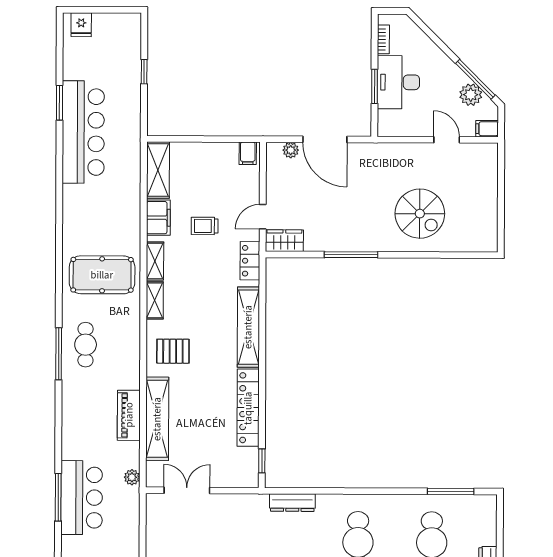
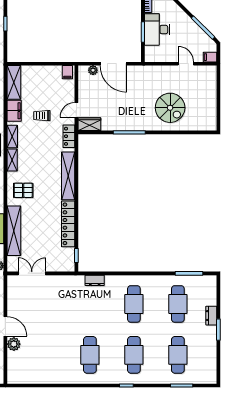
plant: (471, 95) -> (200, 37), removed
dresser: (292, 503) -> (95, 280), width x0.70

